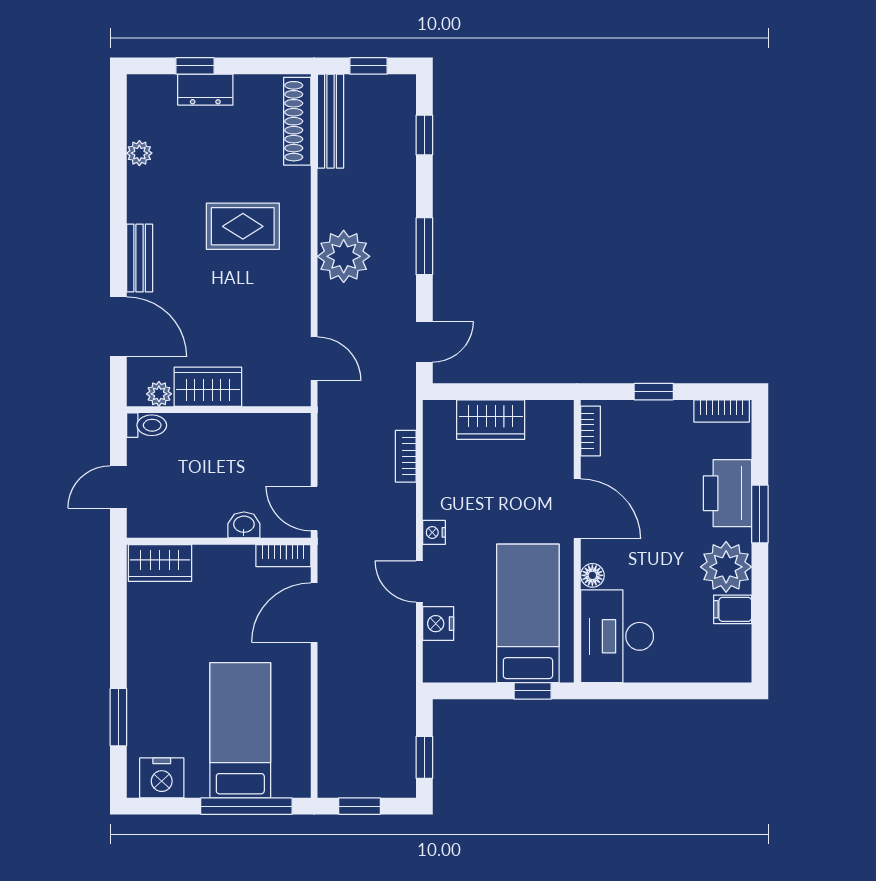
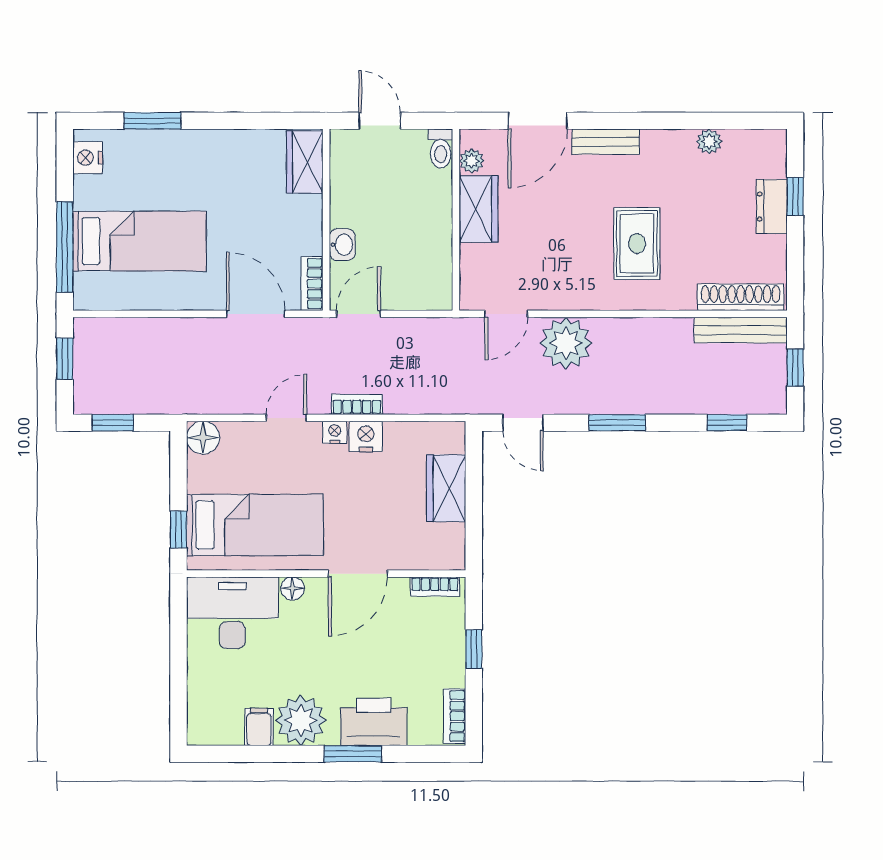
plant: (344, 256) -> (566, 343), moved
bookcase: (406, 456) -> (357, 404), moved
nightstand: (438, 624) -> (366, 436), moved
floor lamp: (439, 666) -> (203, 438), added
nightstand: (162, 778) -> (88, 158), width x0.74, depth x0.75

